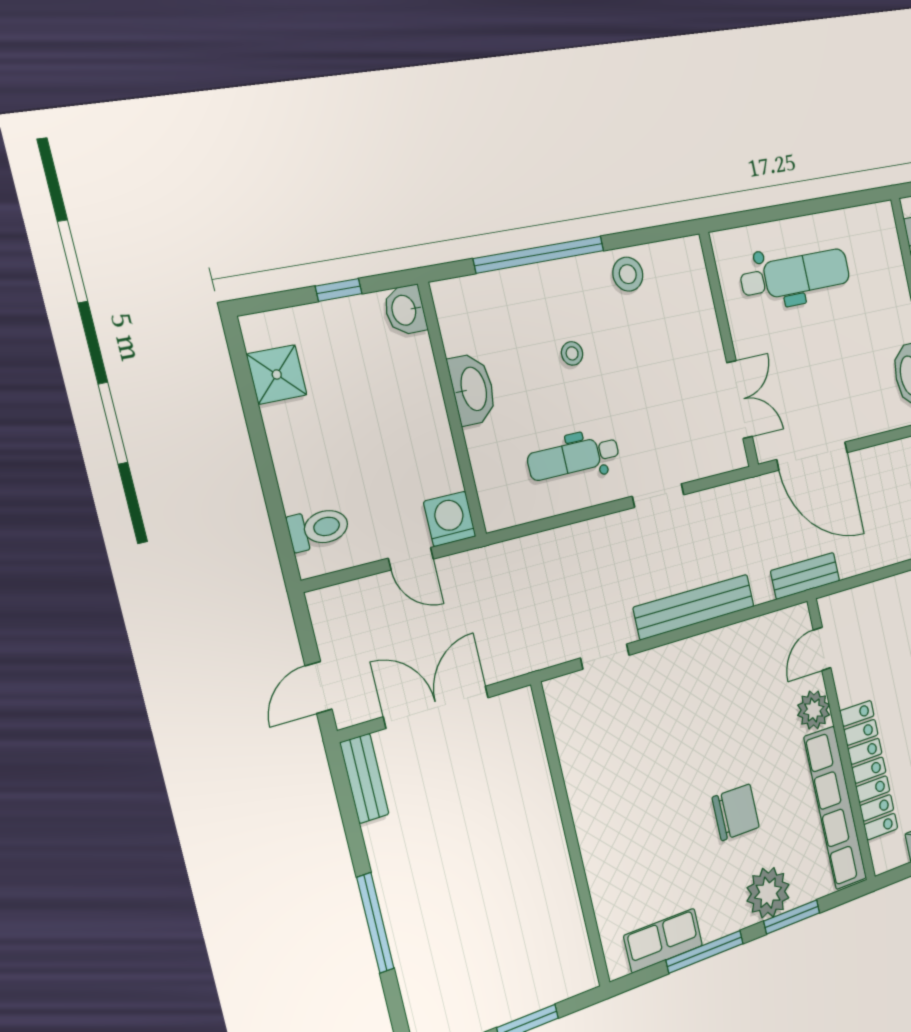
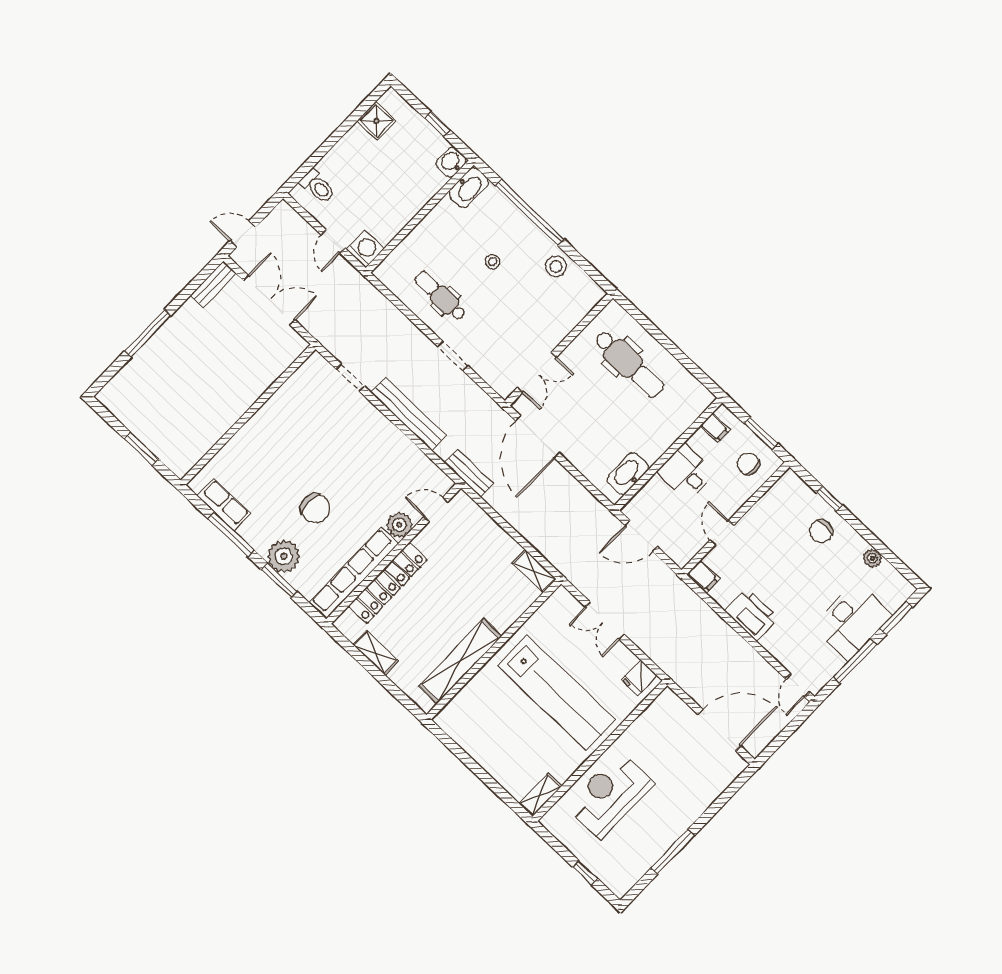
washbasin: (473, 389) -> (469, 188), moved

